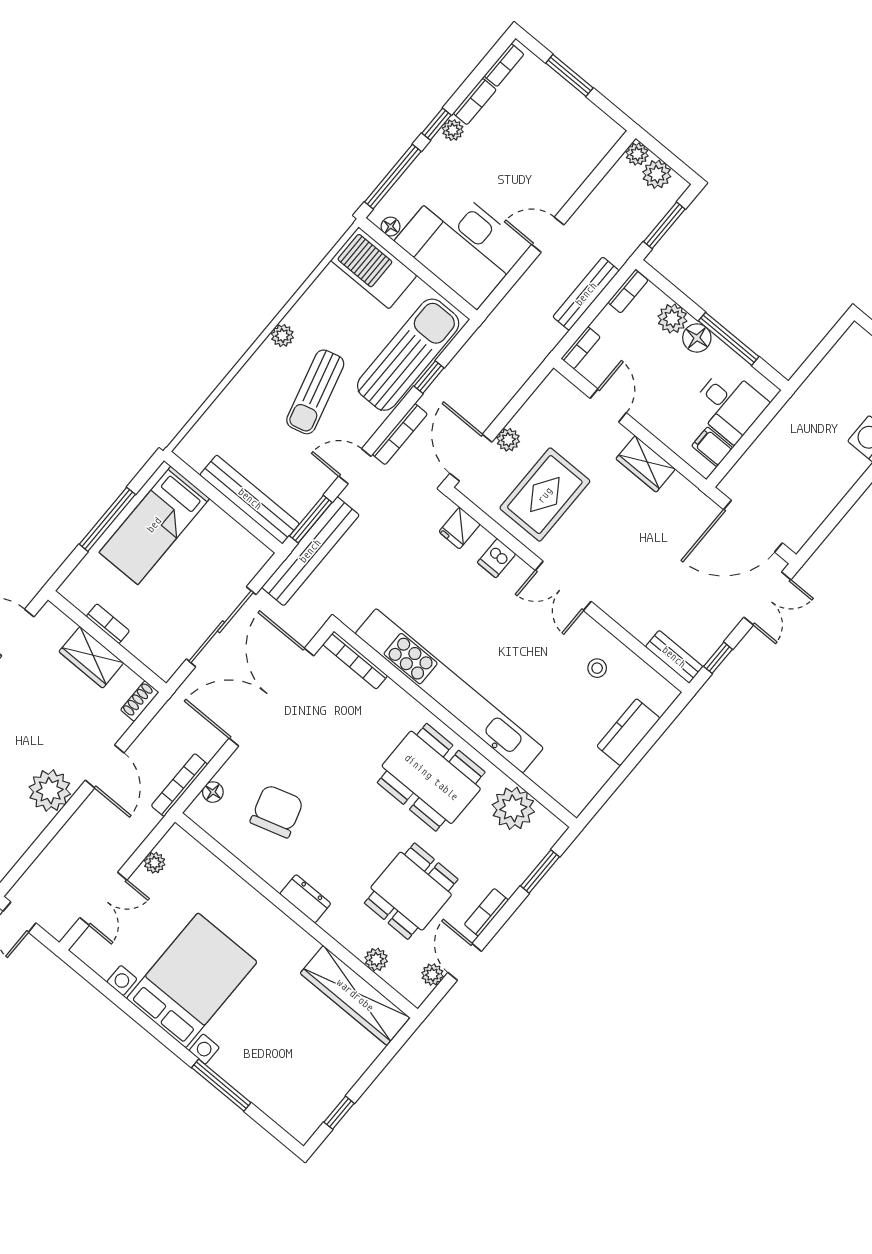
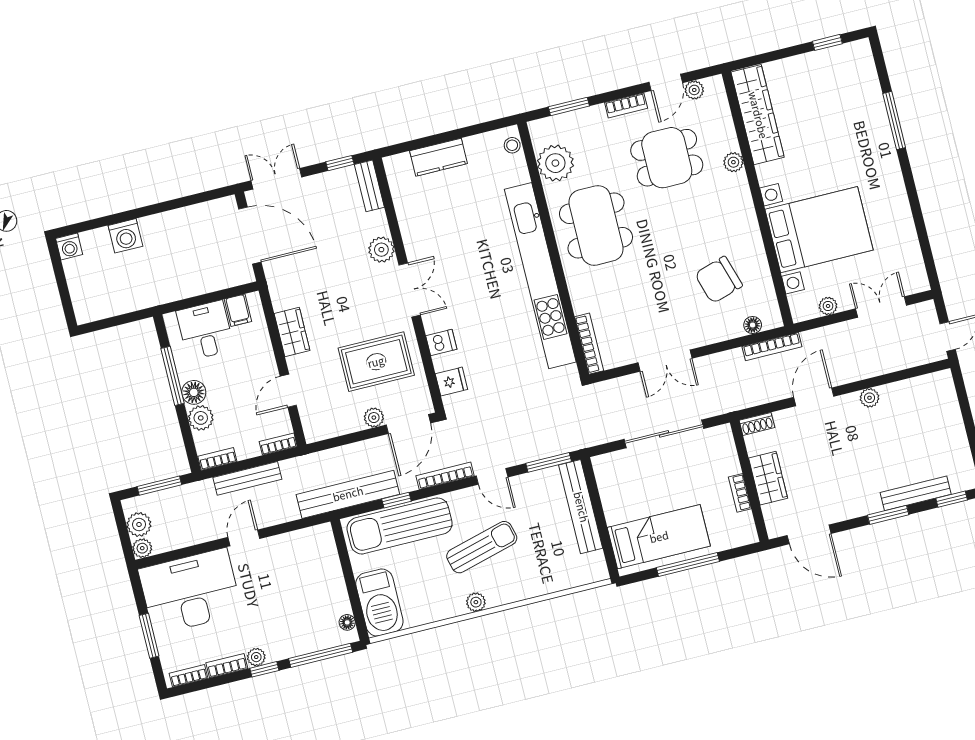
door: (548, 235) -> (244, 538), swing flipped
desk: (461, 245) -> (190, 591), moved, turned -90
bench: (310, 551) -> (348, 494), moved
plant: (618, 605) -> (381, 250), added
stool: (597, 668) -> (512, 145), moved
double door: (271, 697) -> (665, 361), width x0.54
plant: (50, 791) -> (870, 398), width x0.53, depth x0.53
dresser: (305, 899) -> (743, 206), removed
plant: (376, 959) -> (733, 162), moved
bed with nightstands: (192, 980) -> (819, 230), moved, turned 180

